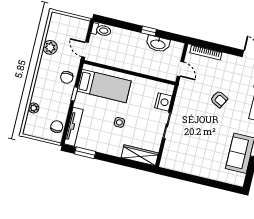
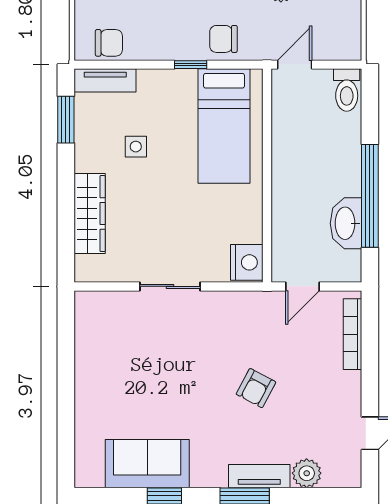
window: (149, 31) -> (370, 196), width x3.17
nightstand: (163, 102) -> (247, 262), moved, turned -90
side table: (119, 122) -> (136, 147), moved
tv unit: (74, 127) -> (105, 80), width x0.71
wardrobe: (140, 155) -> (90, 214), moved

